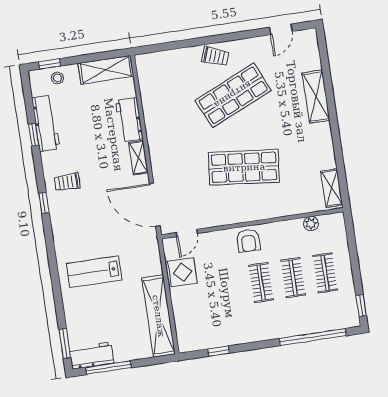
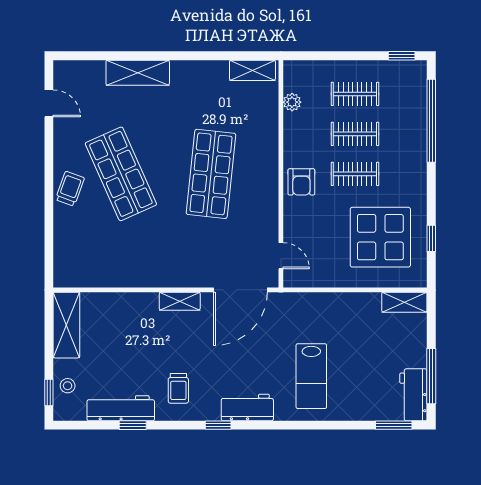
workbench: (129, 120) -> (247, 407), moved, turned 180
trolley: (67, 182) -> (178, 388), moved
armchair: (248, 241) -> (301, 182), turned 90
display table: (182, 272) -> (380, 237), moved, width x1.86, depth x1.86
shelving: (159, 316) -> (404, 302), width x0.45, depth x0.75

